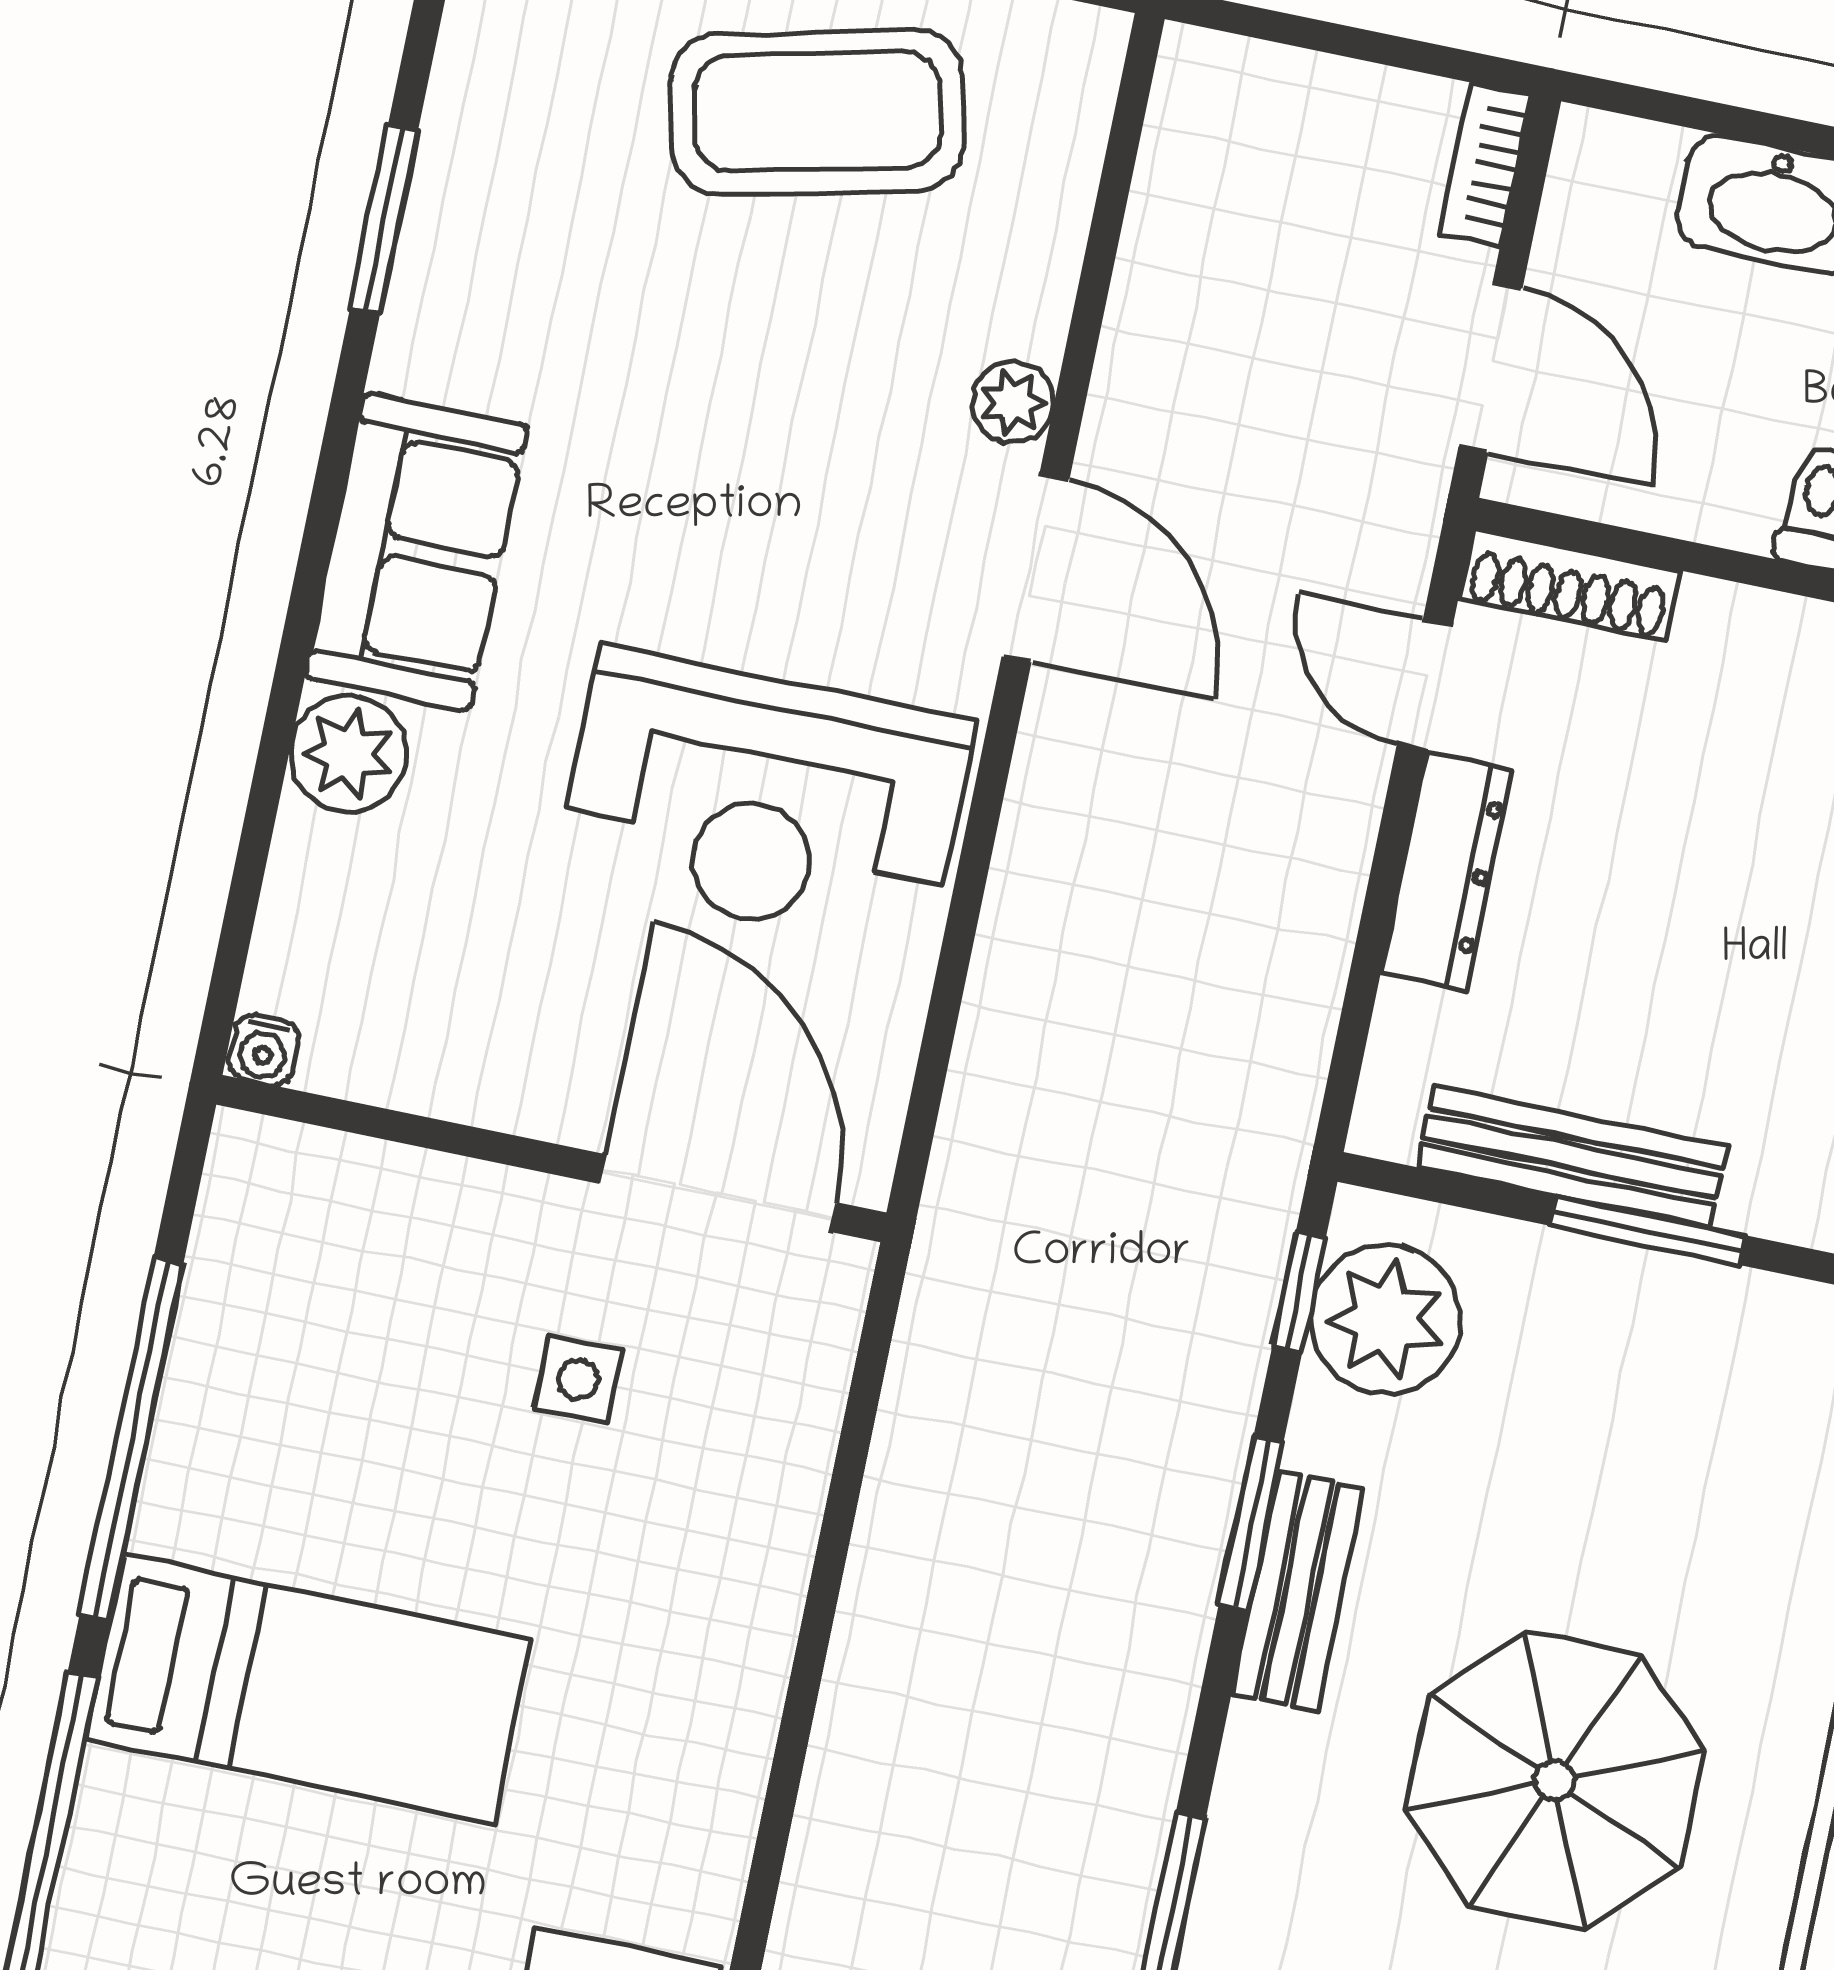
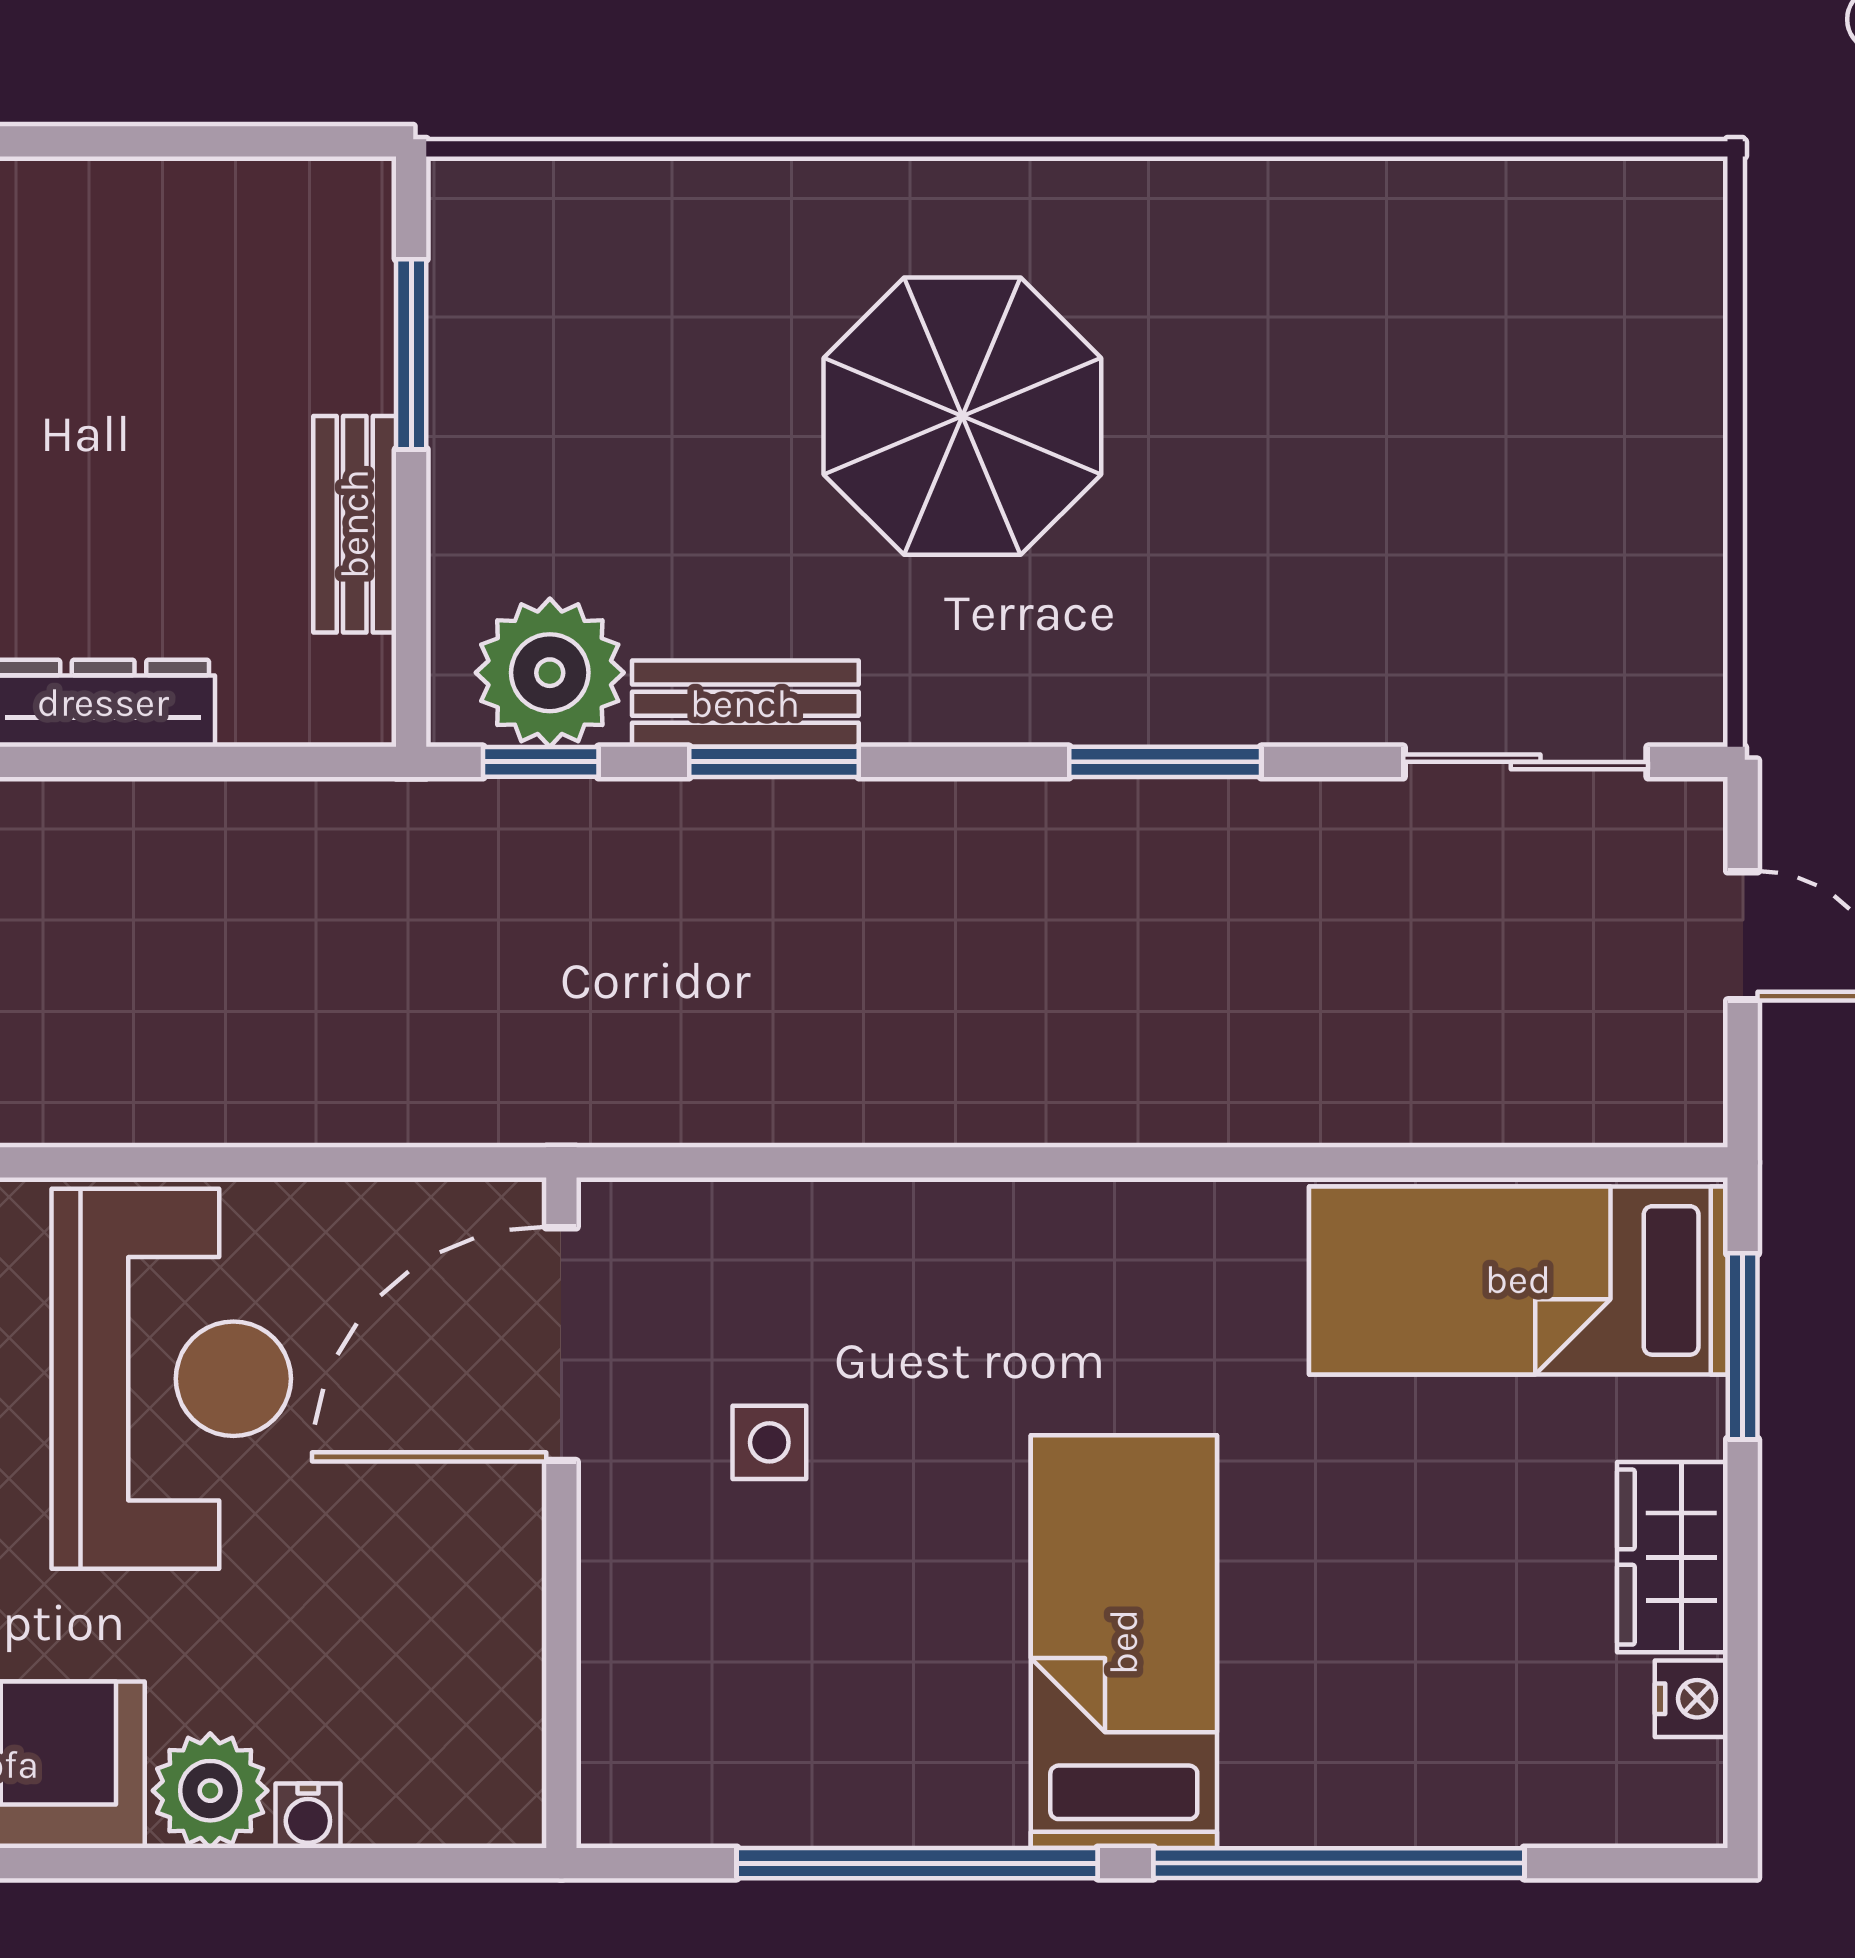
water cooler: (264, 1050) -> (308, 1816), moved, turned 90
bench: (1572, 1157) -> (355, 524), width x0.73
window: (1648, 1231) -> (411, 354), moved
bench: (1297, 1591) -> (745, 704), moved

